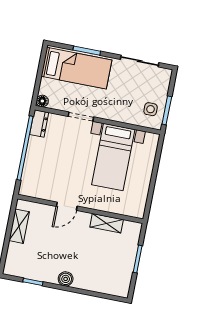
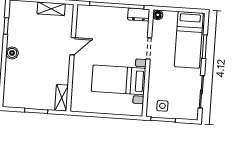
door: (67, 206) -> (73, 46), swing flipped
shelving: (107, 223) -> (62, 98), moved

